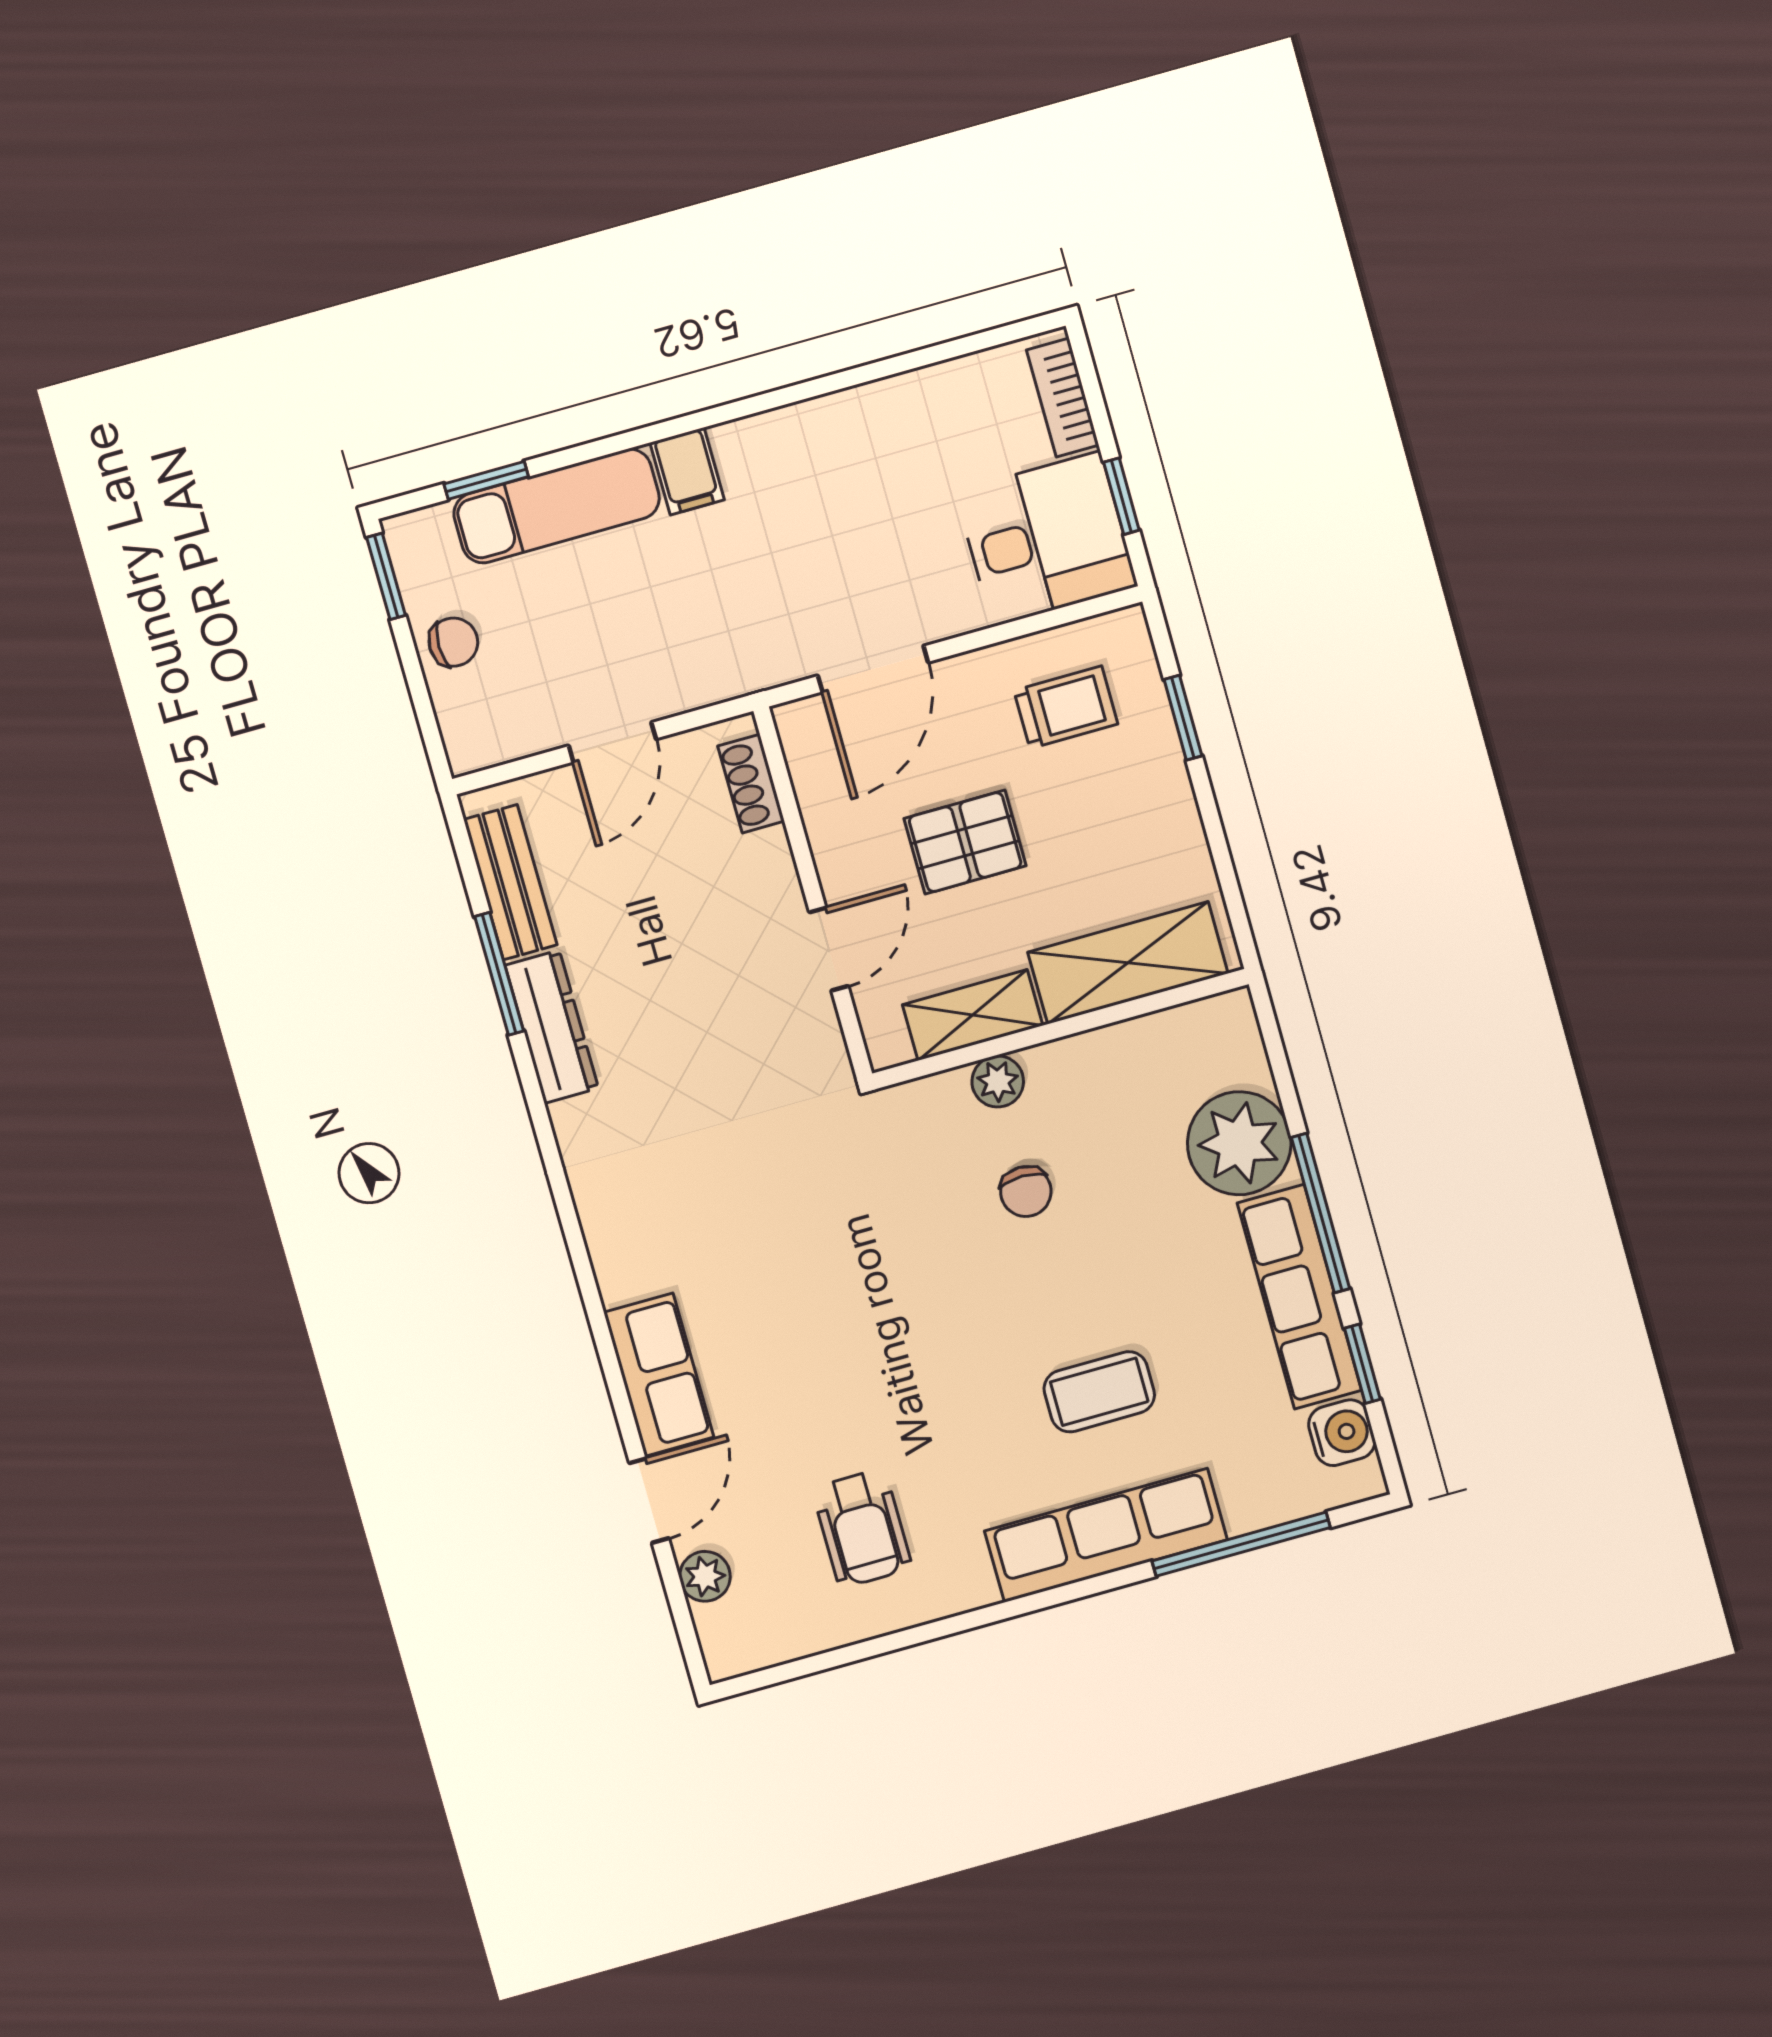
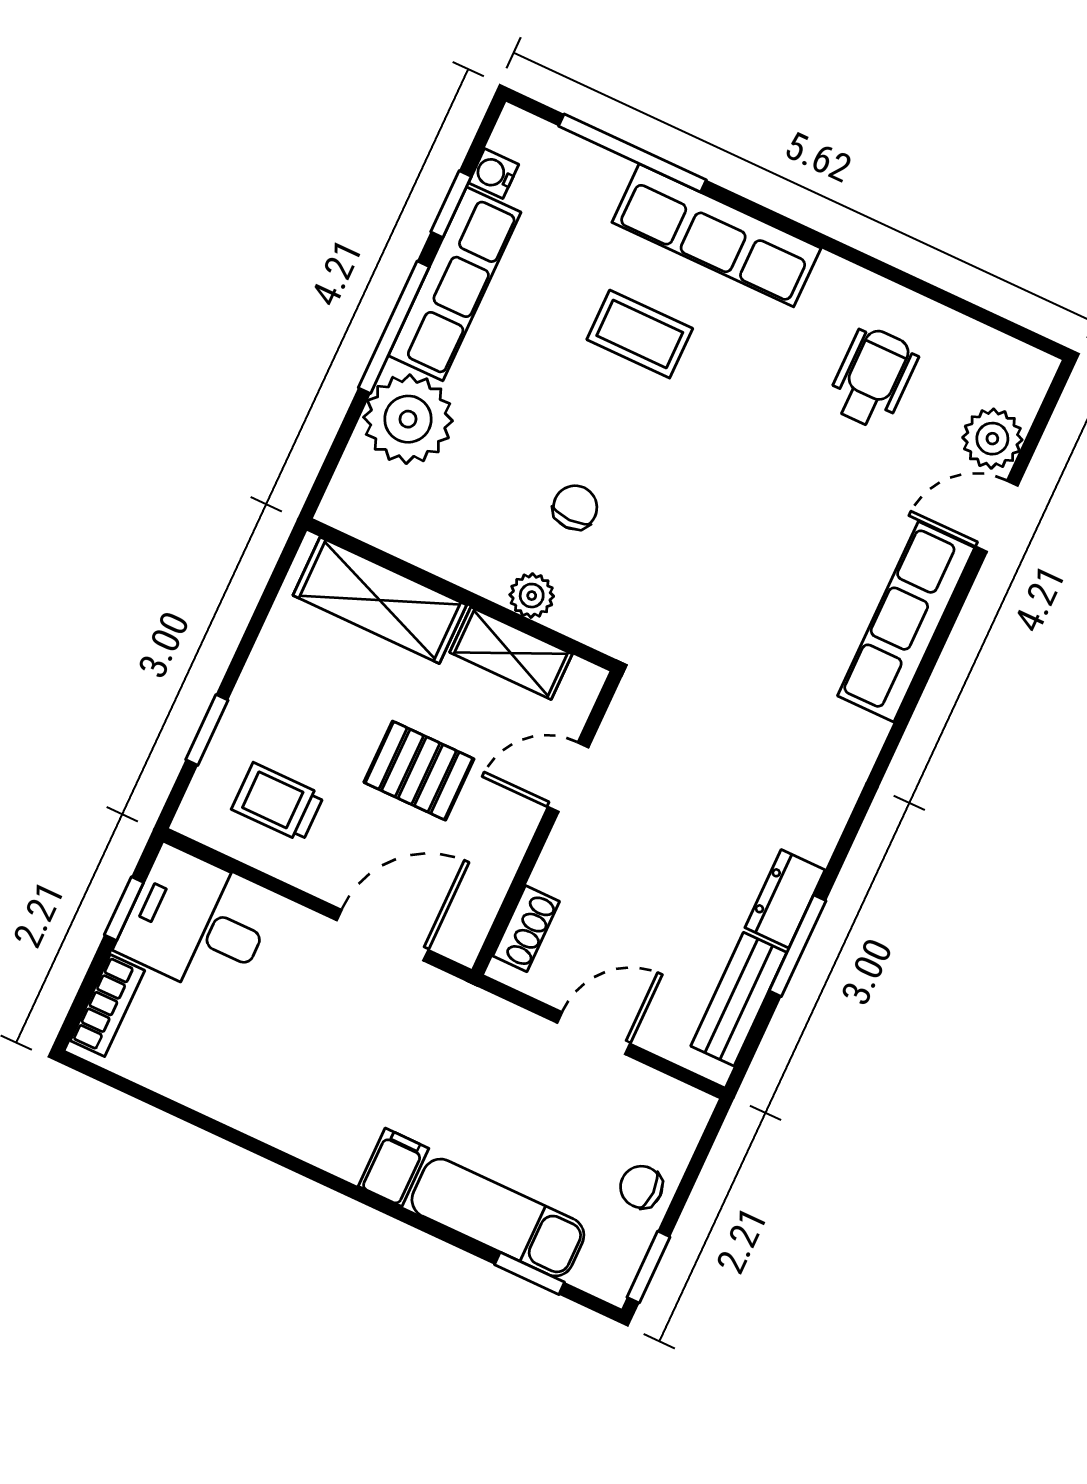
dresser: (552, 1027) -> (785, 899), width x0.70
row of seats: (659, 1375) -> (906, 622), width x1.48
water cooler: (1342, 1433) -> (494, 174), width x0.72, depth x0.72
plant: (705, 1576) -> (992, 439), width x1.38, depth x1.38

